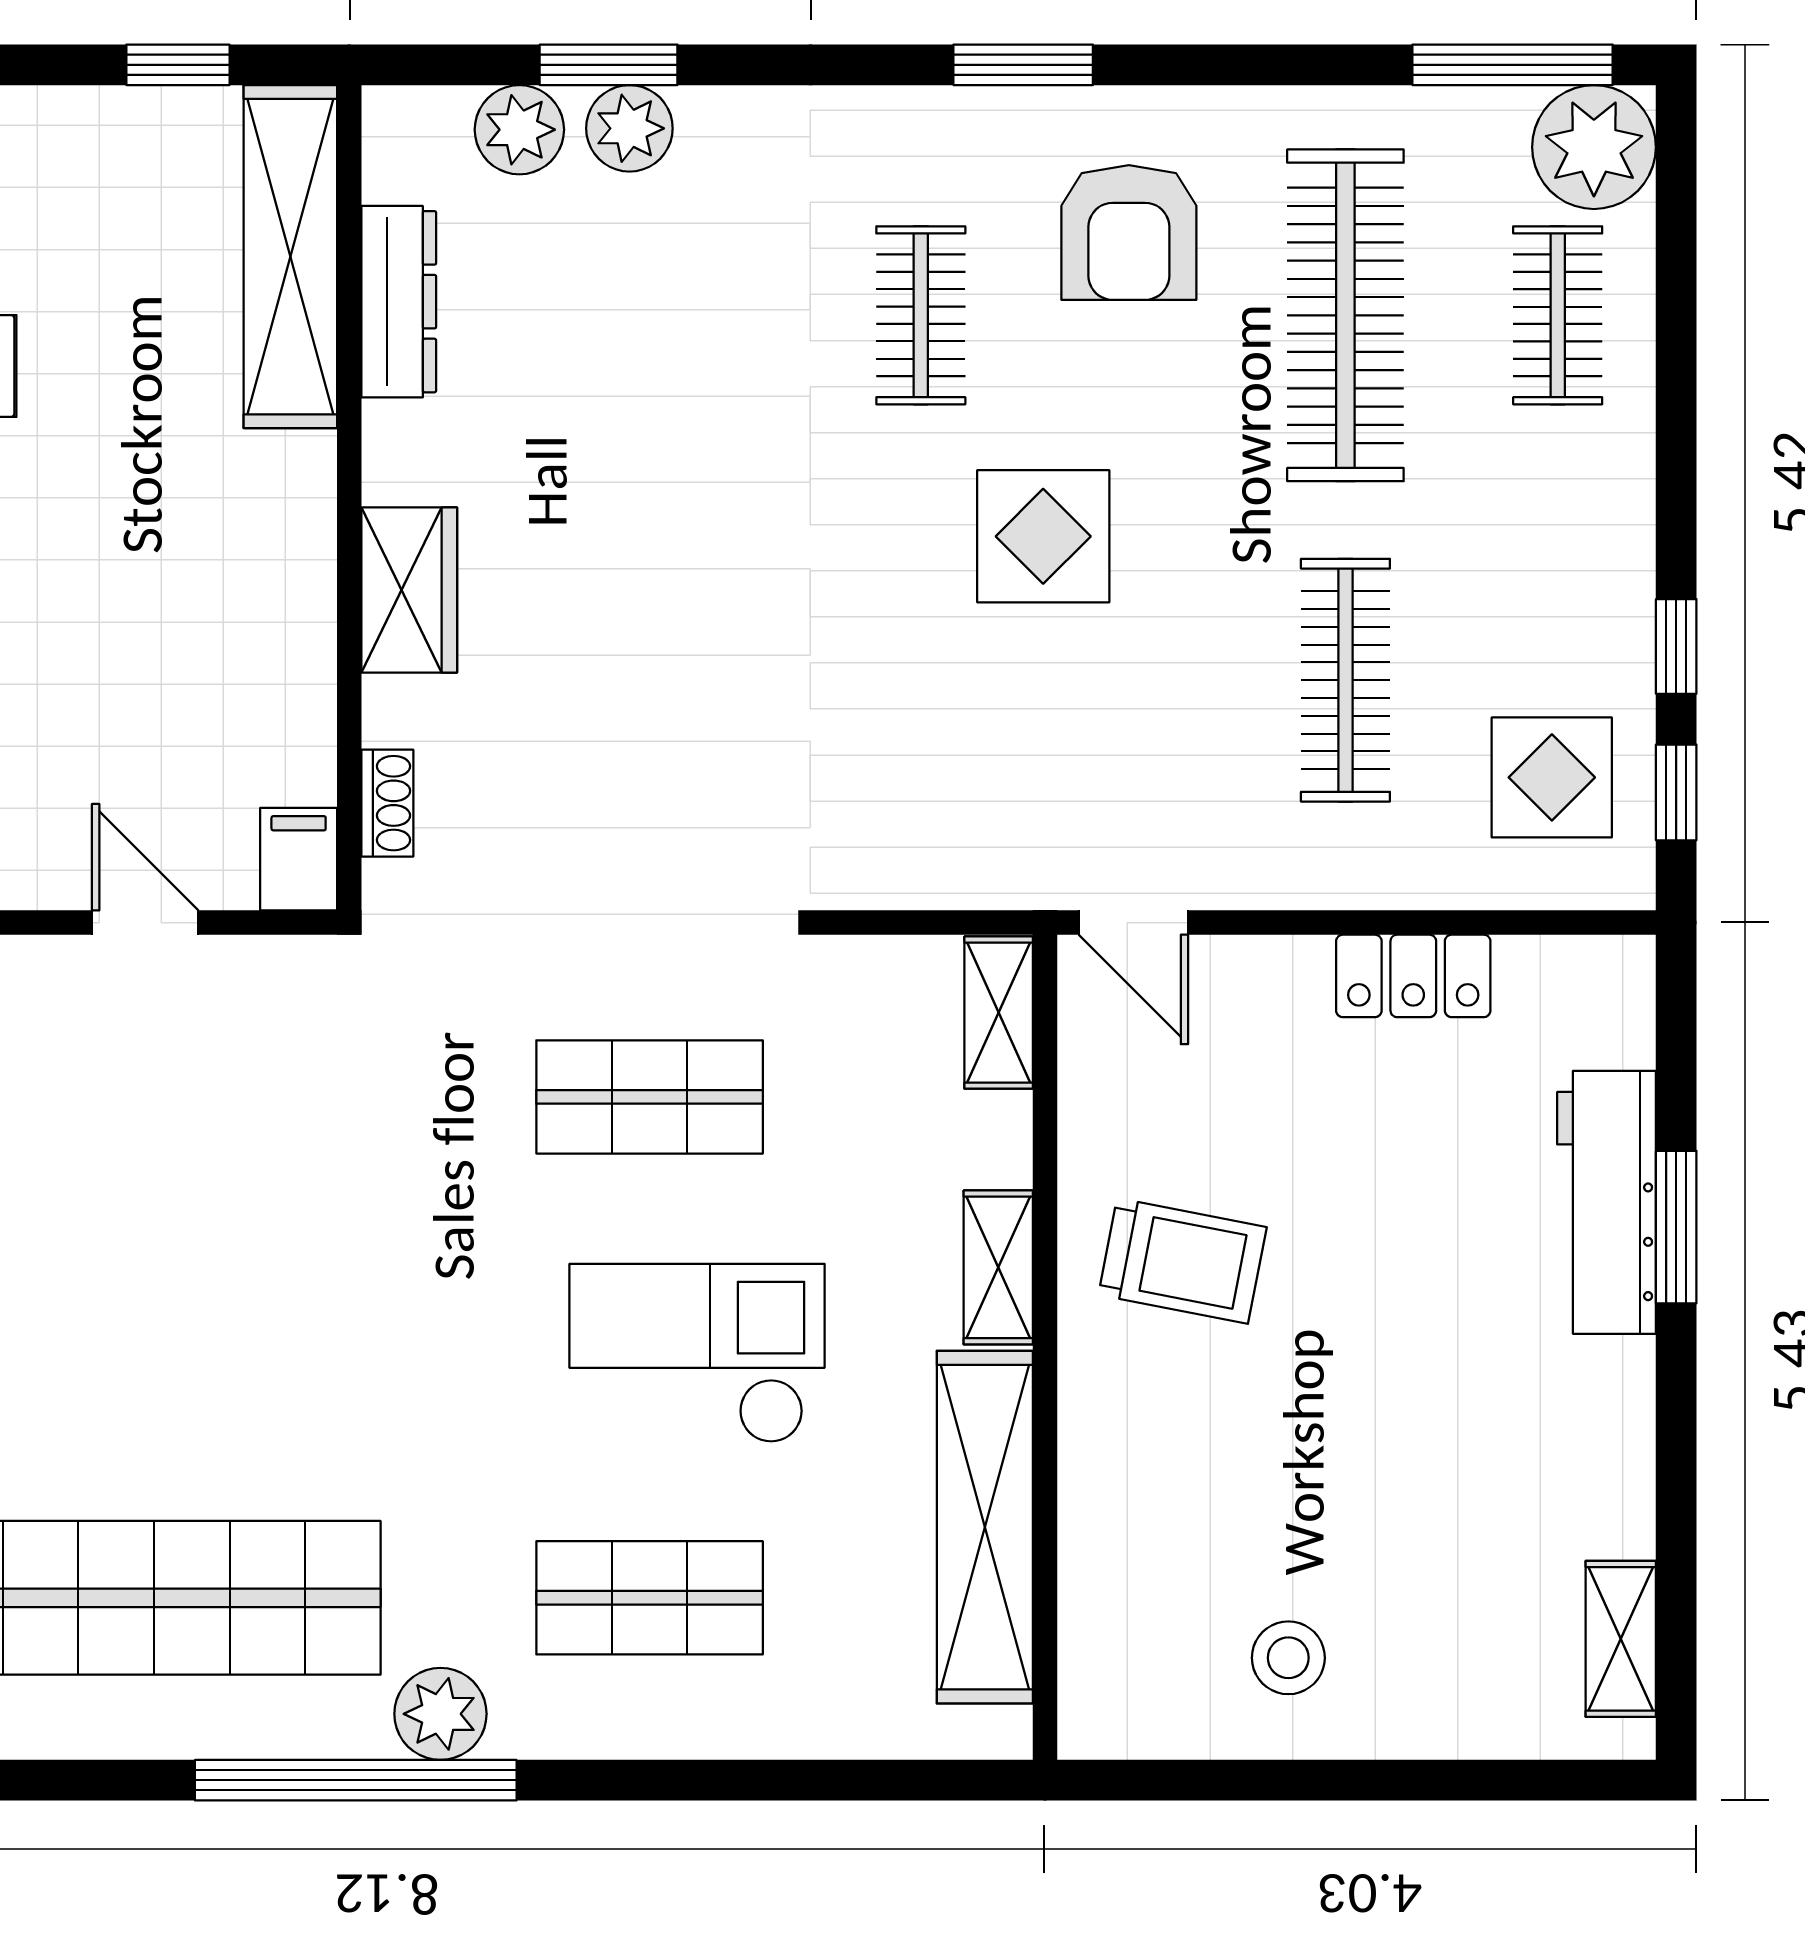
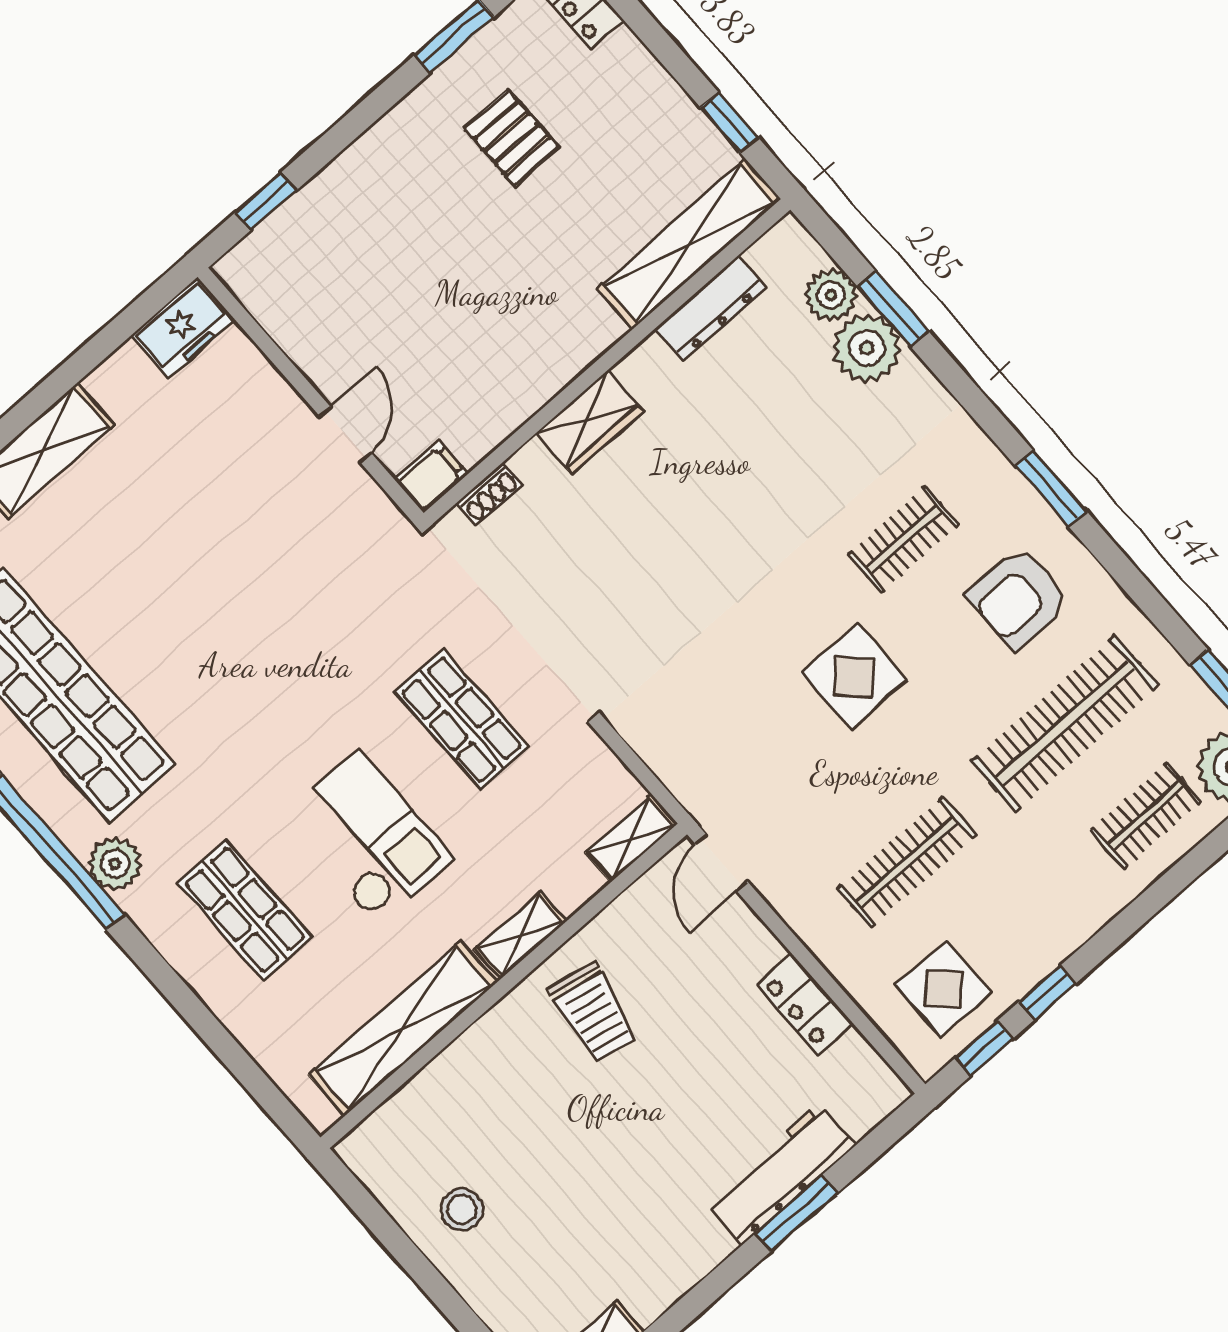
plant: (629, 128) -> (867, 348), width x1.36, depth x1.36

